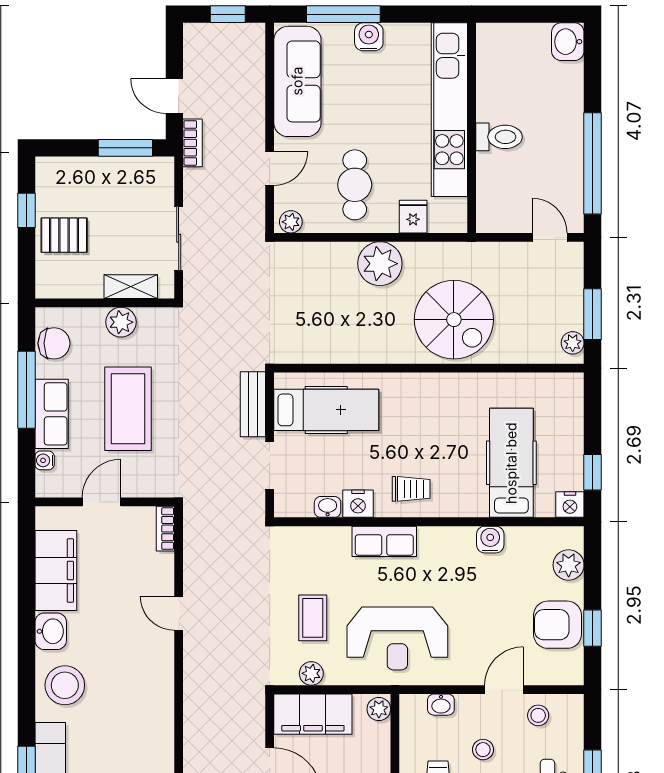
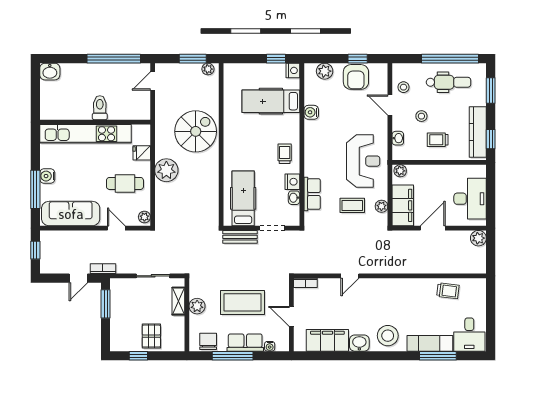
row of seats: (384, 541) -> (312, 194), moved

